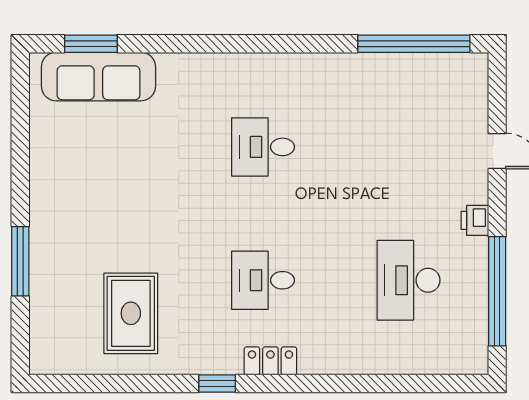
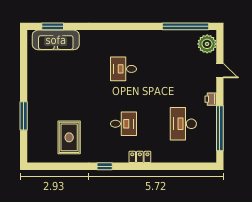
plant: (466, 86) -> (207, 44), added
desk: (263, 280) -> (123, 124), turned 180
locker: (270, 361) -> (140, 157), moved

